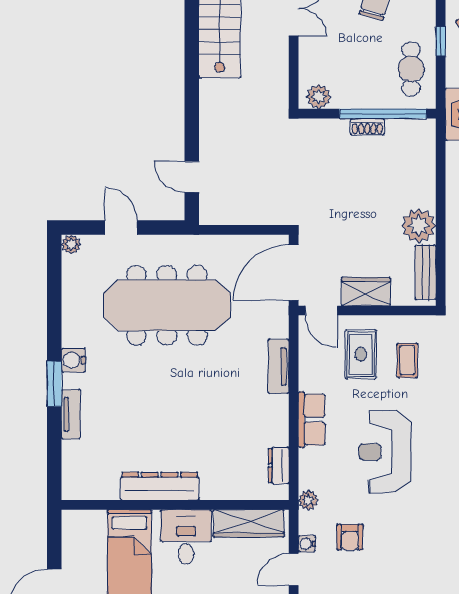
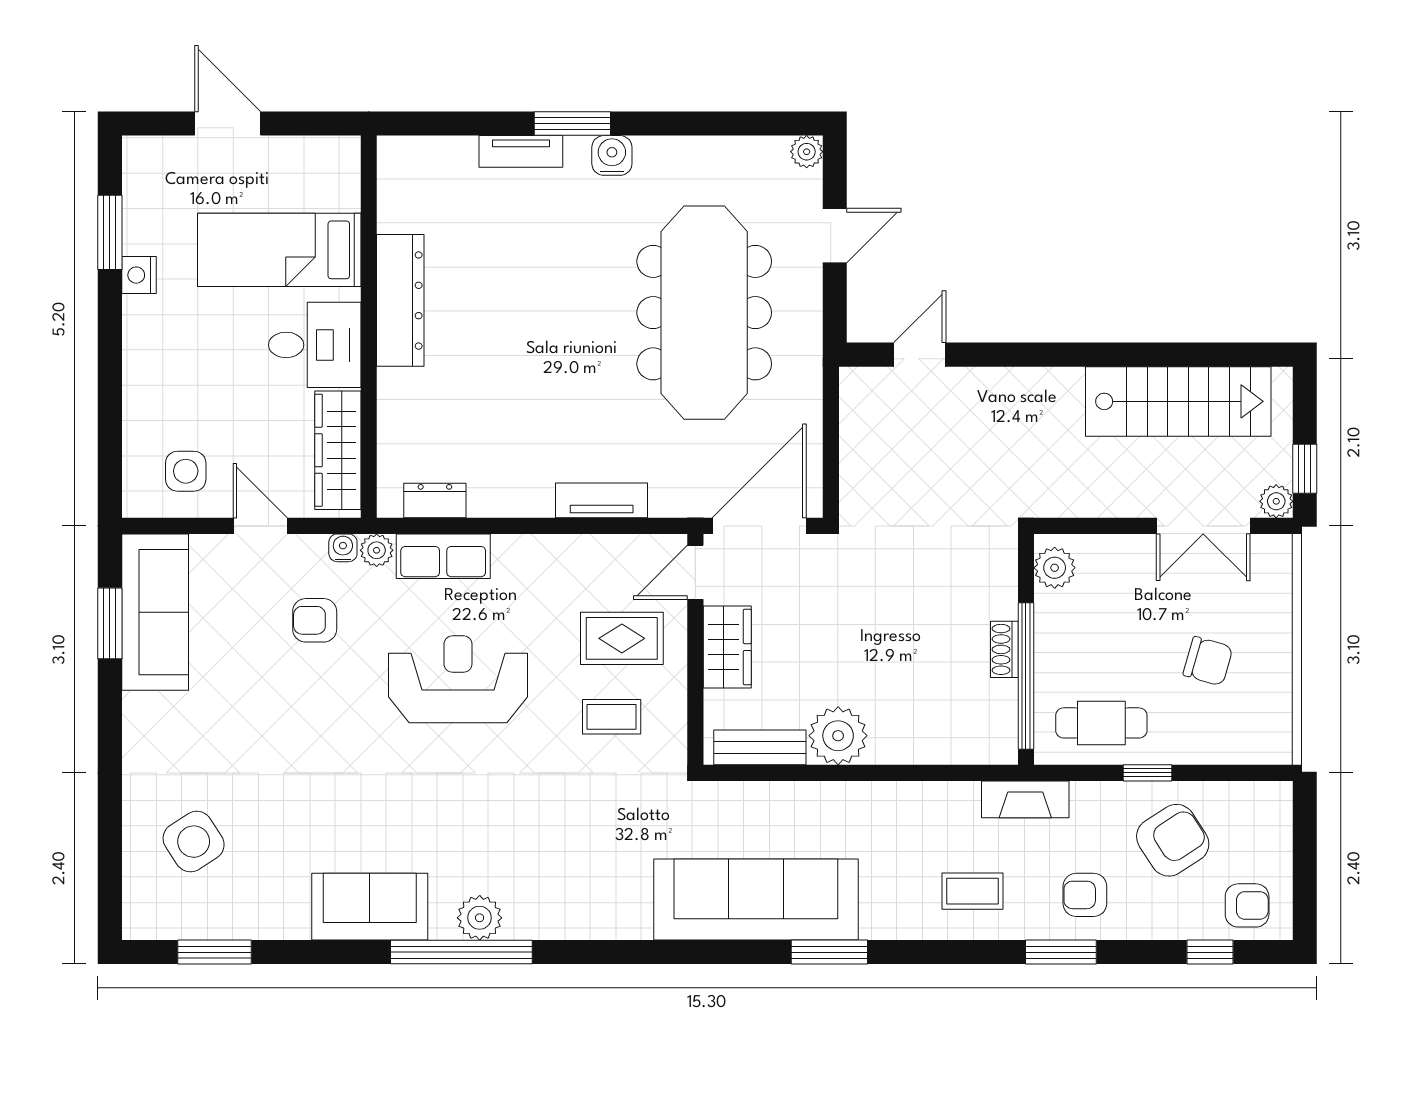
door: (294, 273) -> (759, 526), hinge flipped
row of seats: (312, 420) -> (443, 556), moved
water cooler: (307, 544) -> (343, 548), moved

